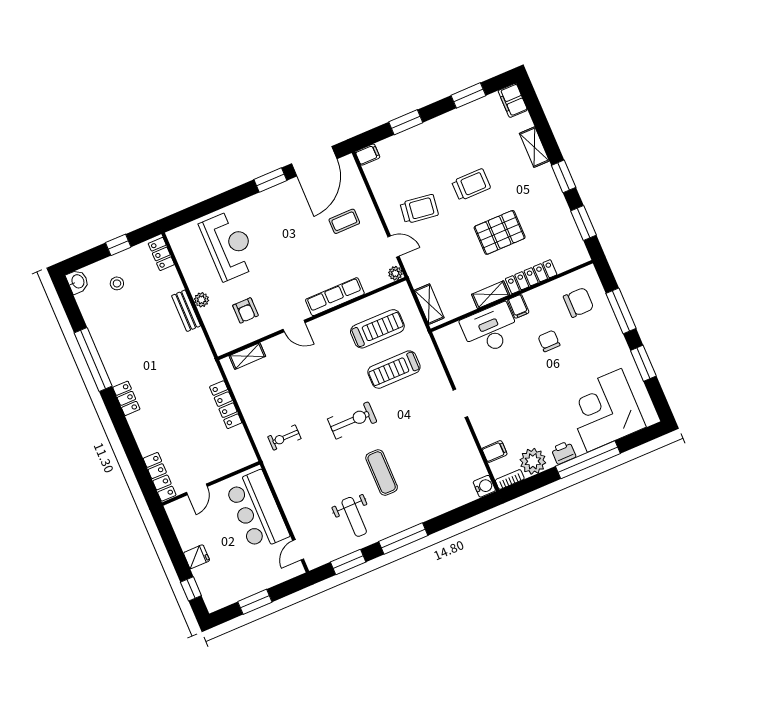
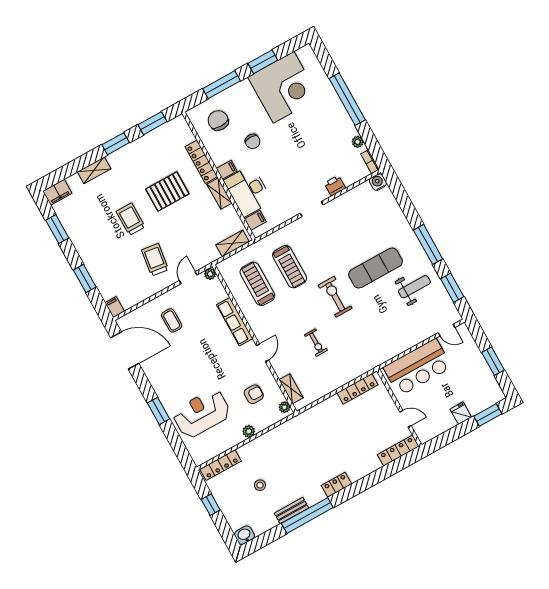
window: (270, 180) -> (158, 411), moved
pallet: (500, 232) -> (167, 192), turned 90
locker: (161, 254) -> (221, 465), width x1.53
stool: (117, 283) -> (260, 485), moved
bench: (186, 311) -> (291, 511), moved
chair: (549, 341) -> (253, 141), turned -90
plant: (226, 346) -> (285, 407), added
locker: (226, 405) -> (357, 389), moved
corner desk: (604, 410) -> (284, 87), moved, turned -90
exercise bike: (284, 438) -> (316, 343), moved
filing cabinet: (495, 452) -> (255, 220), moved, turned 90
printer: (563, 453) -> (335, 186), moved, turned 90
plant: (533, 461) -> (358, 142), width x0.53, depth x0.53
exercise mat: (382, 472) -> (375, 268), width x1.36, depth x1.45
window: (191, 589) -> (488, 415), width x1.50

